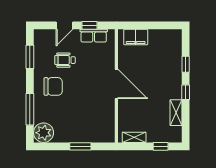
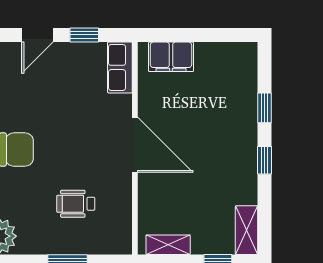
row of seats: (94, 36) -> (120, 67), moved, turned 90
wheelchair: (65, 60) -> (76, 204), moved
shelving: (176, 113) -> (247, 230), moved

